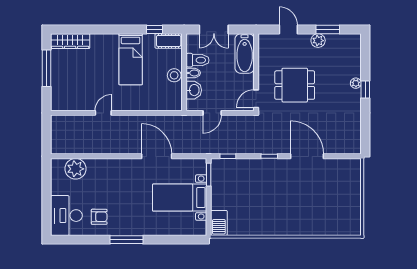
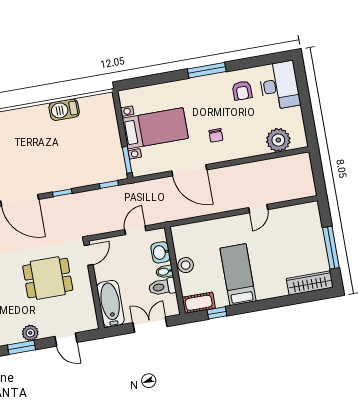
chair: (128, 182) -> (216, 135), added
armchair: (99, 217) -> (242, 91), turned -90
barbecue: (219, 223) -> (64, 110), moved, turned -90

